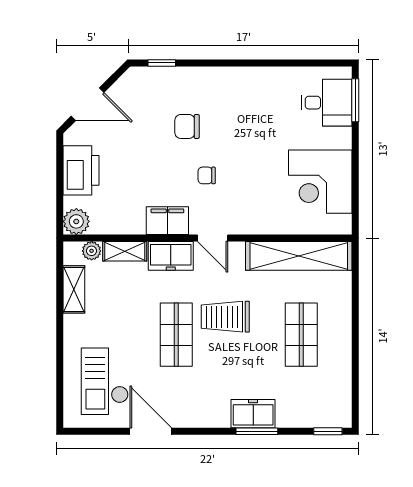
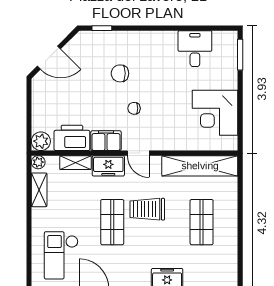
desk: (327, 103) -> (195, 49), moved, turned -90
printer: (81, 170) -> (72, 138), moved, turned -90
plant: (92, 251) -> (38, 162), moved

